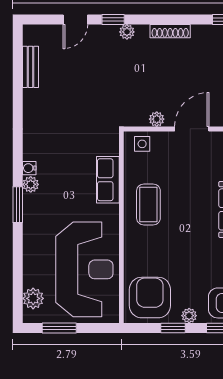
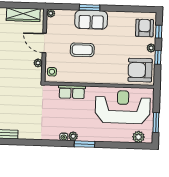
coffee table: (148, 204) -> (82, 50), moved

